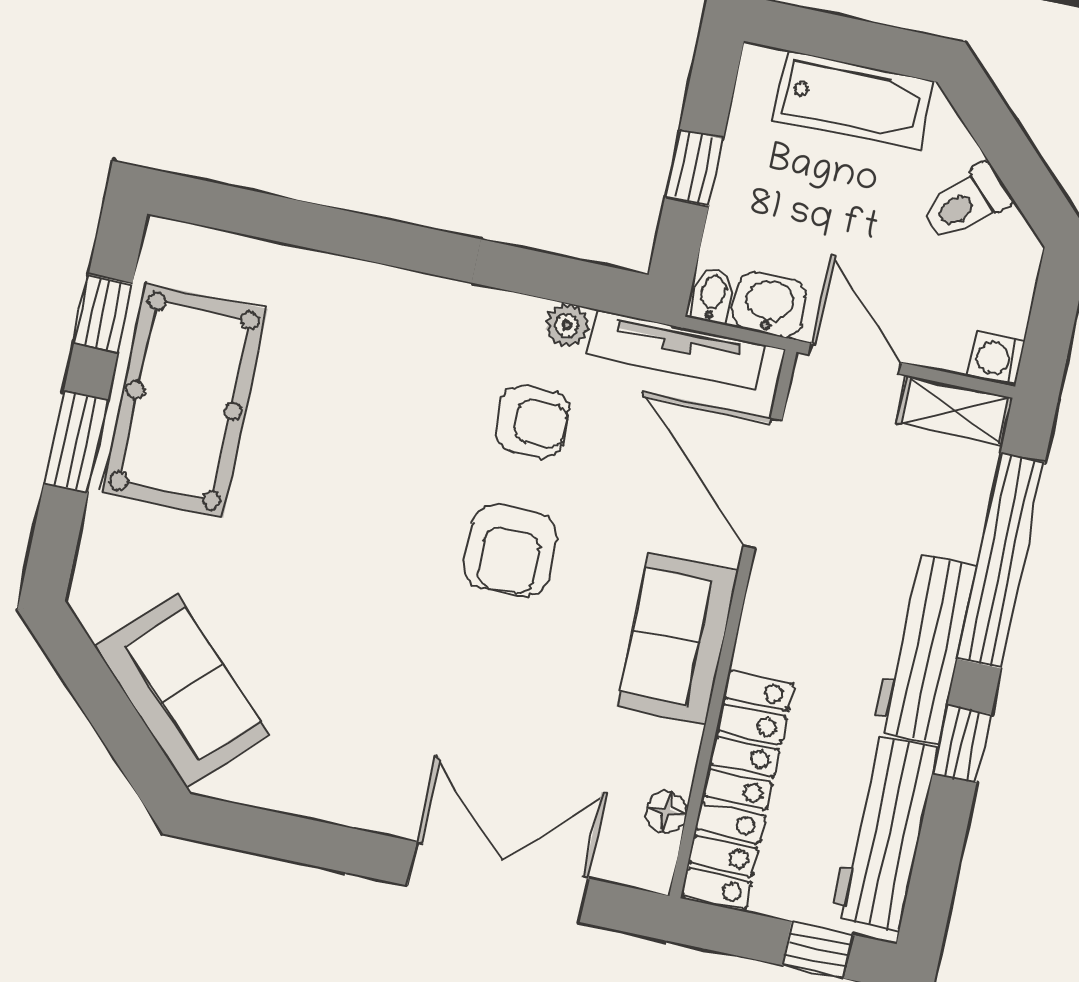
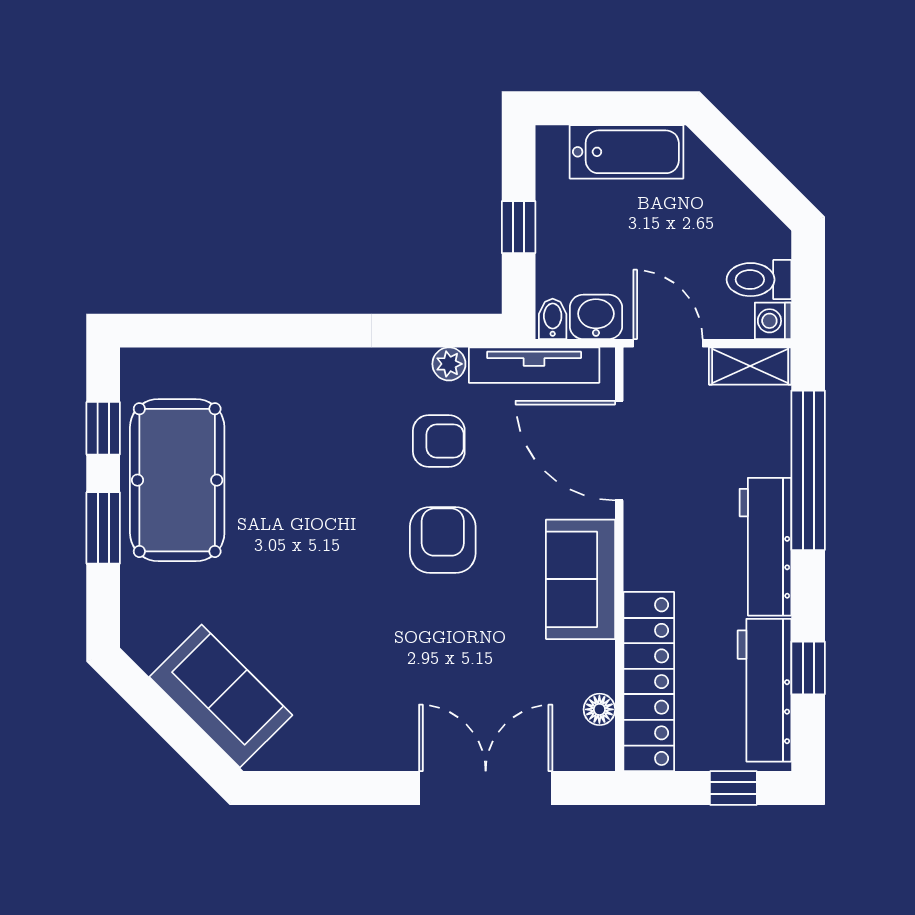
toilet: (966, 203) -> (759, 280), moved, turned 45
armchair: (511, 550) -> (443, 540), turned 180
window: (962, 744) -> (808, 668), moved

